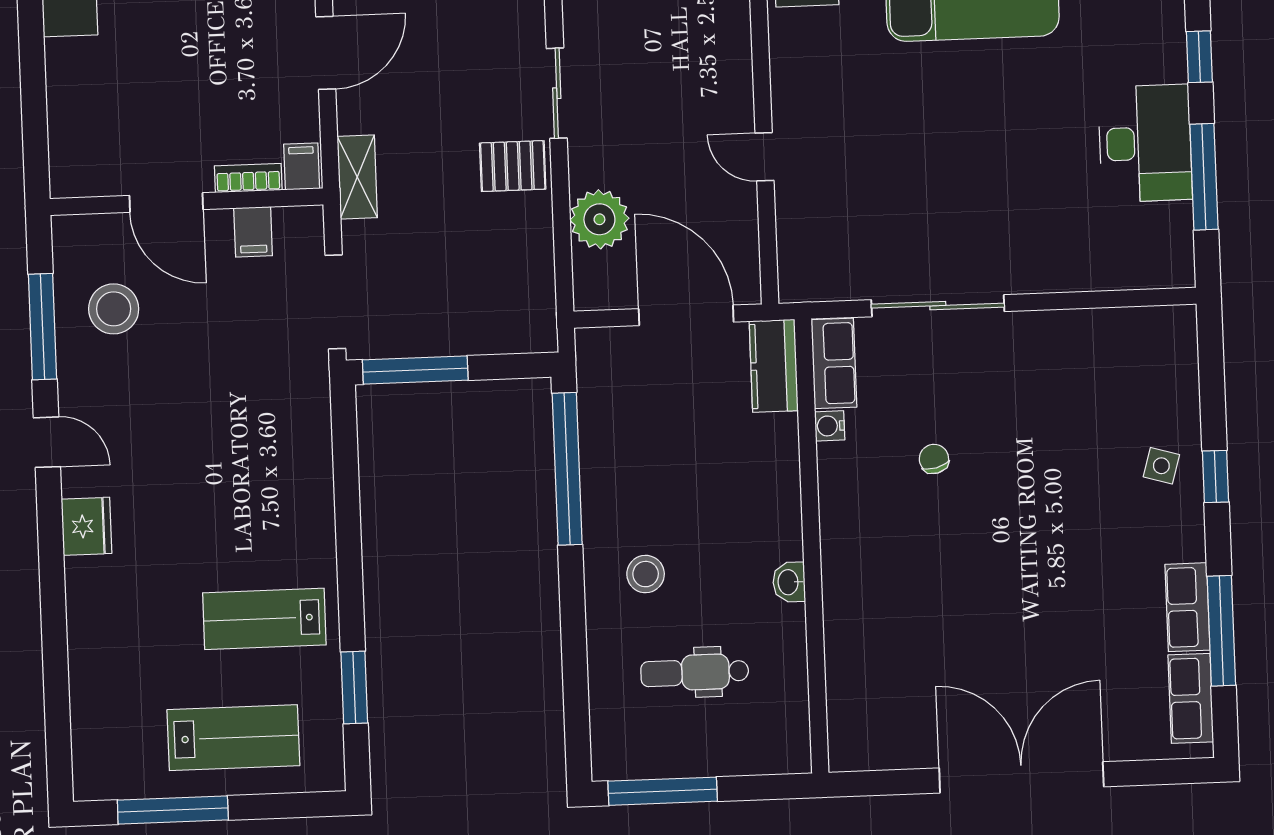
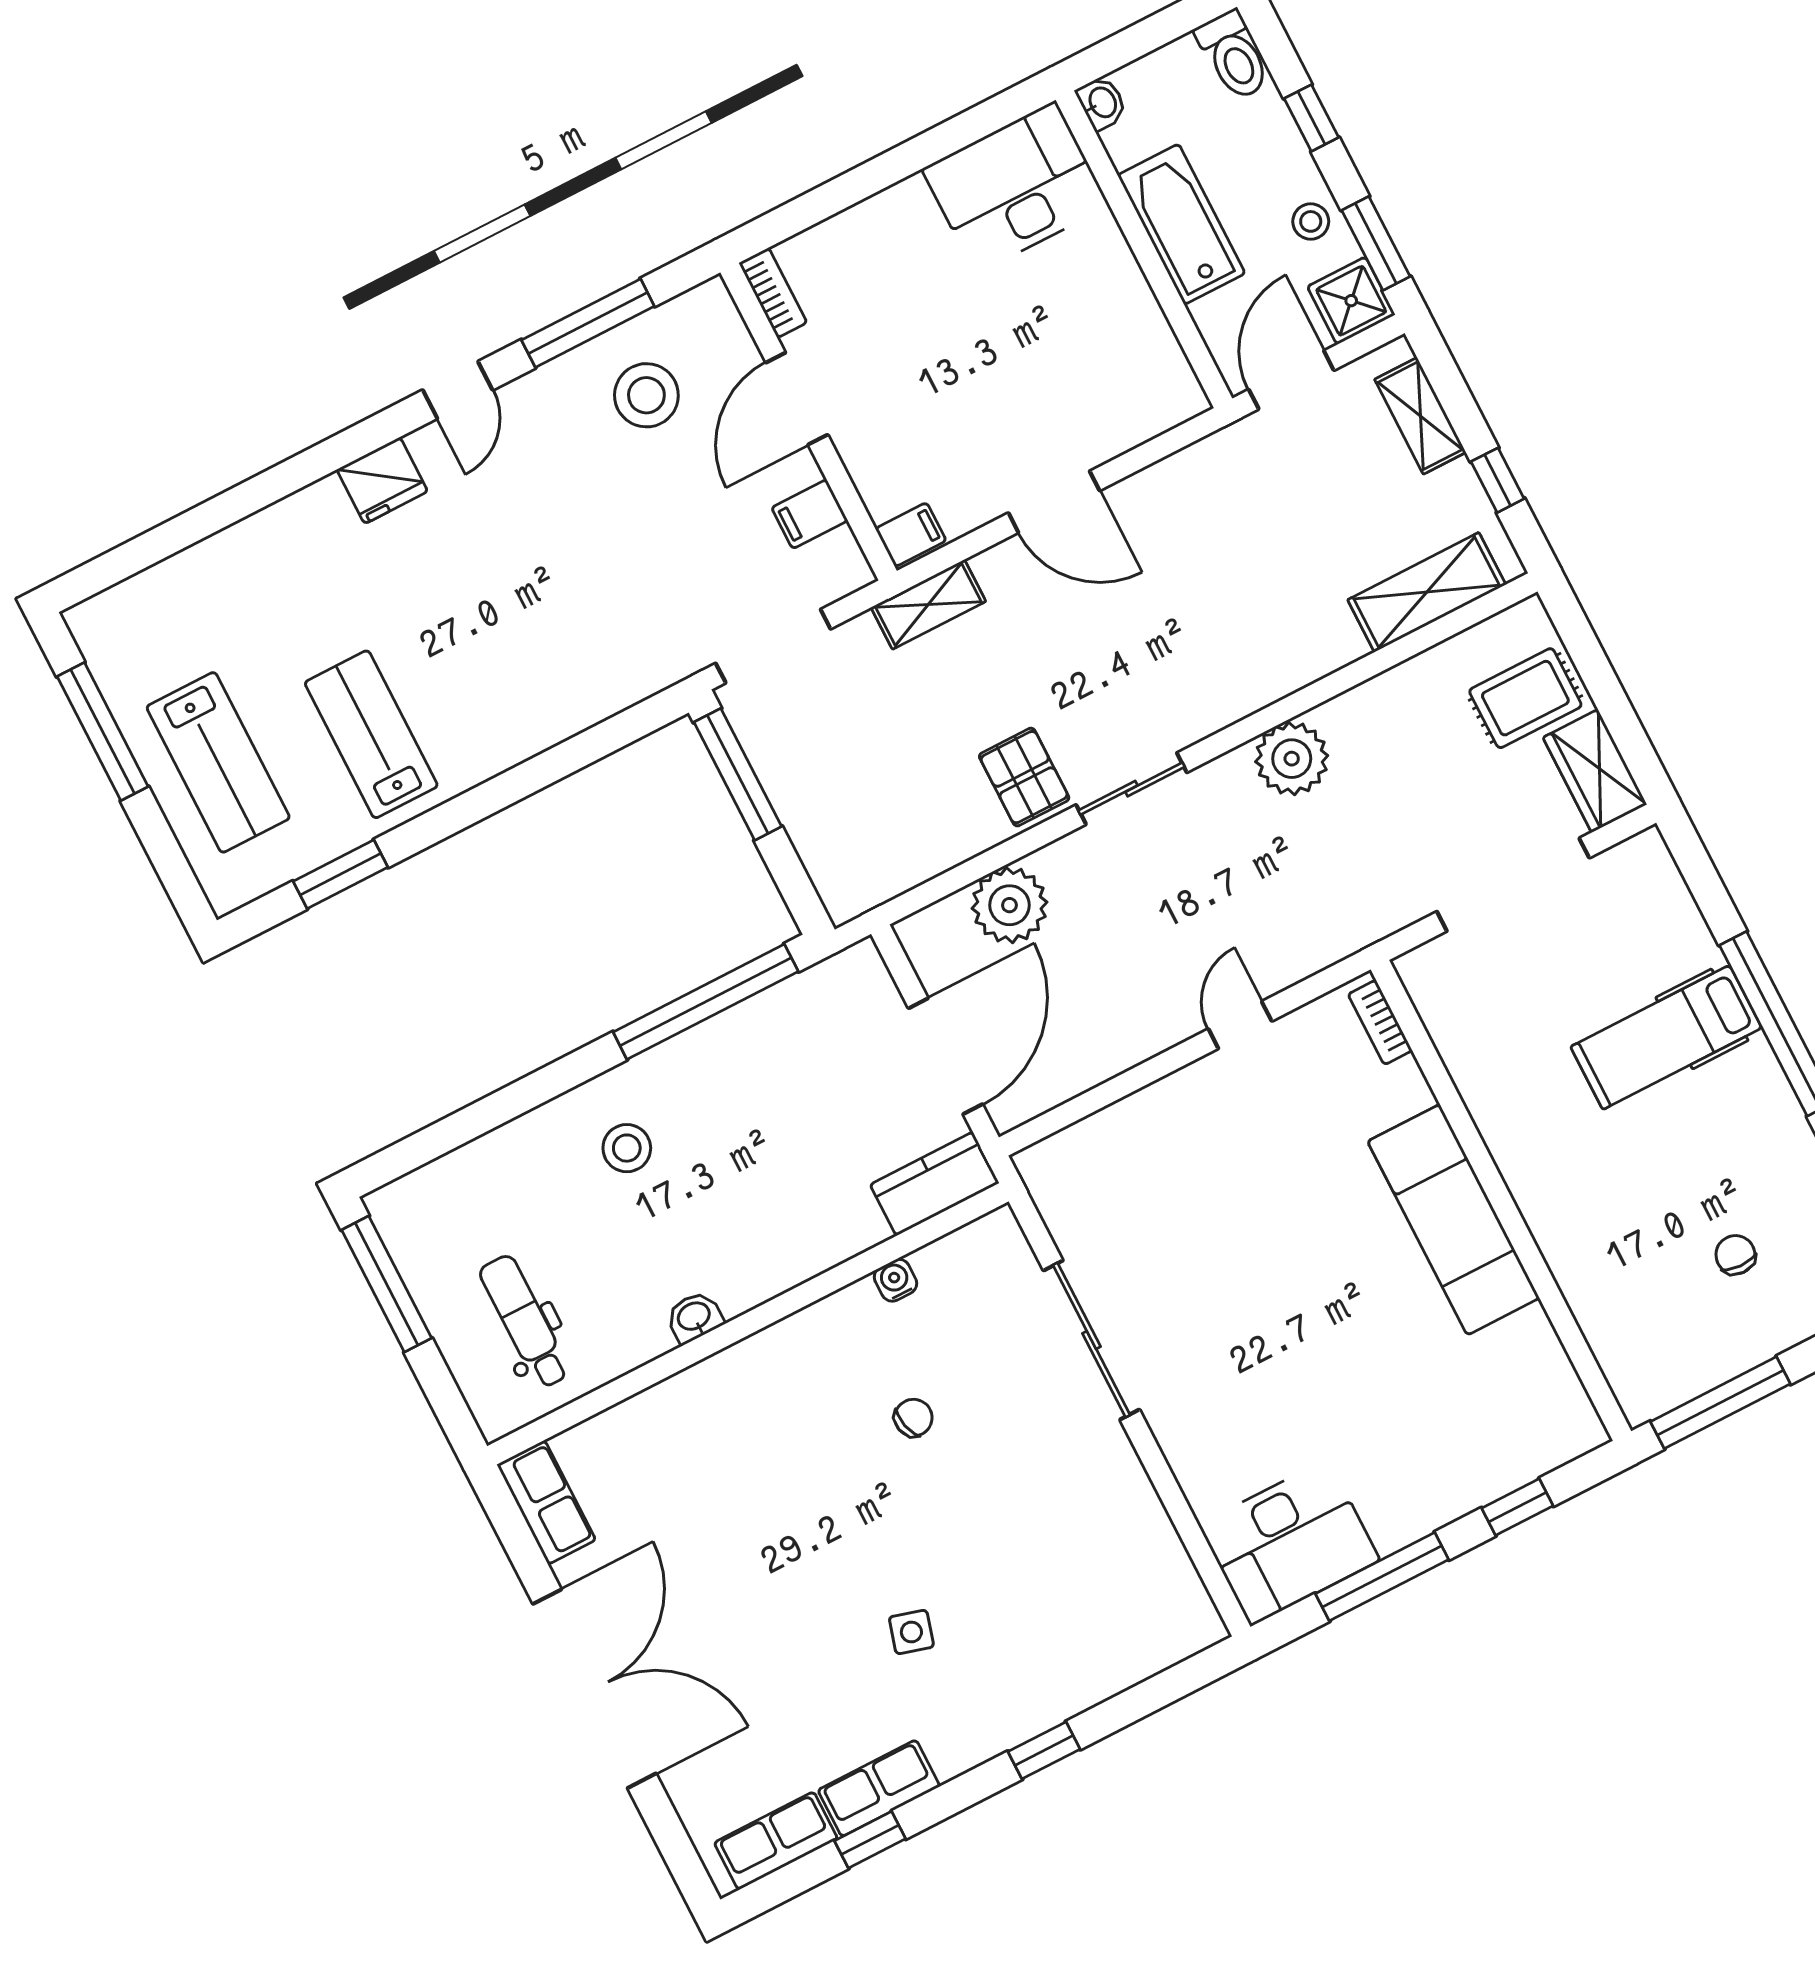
desk: (1145, 143) -> (1289, 1543), moved
door: (764, 157) -> (1240, 1025), moved
bookcase: (248, 178) -> (773, 293), moved
row of seats: (834, 363) -> (546, 1502), moved, turned -90
side table: (1161, 466) -> (911, 1632), moved
window: (1221, 631) -> (870, 1840), width x0.46
dental chair: (695, 672) -> (525, 1322), moved

